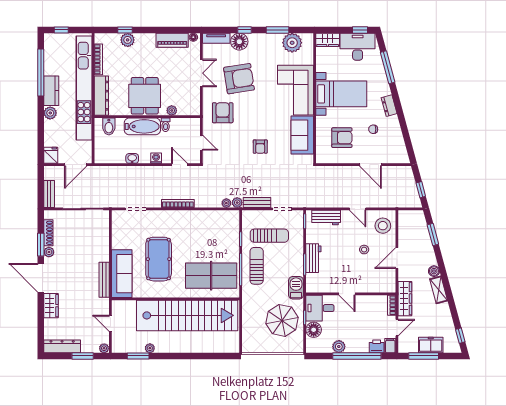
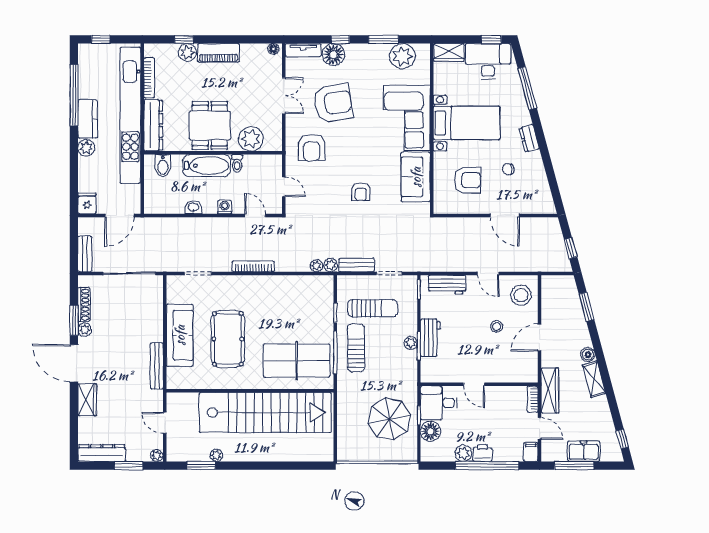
piano: (172, 40) -> (218, 53), moved
plant: (172, 110) -> (251, 139), width x1.88, depth x1.88
armchair: (223, 113) -> (312, 148), turned 180
plant: (298, 262) -> (411, 343), added
sofa: (122, 274) -> (180, 335), moved
barbecue: (296, 288) -> (408, 376), removed
door: (397, 328) -> (539, 428), hinge flipped
printer: (377, 346) -> (482, 453), moved

